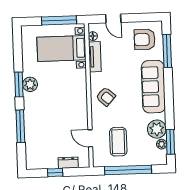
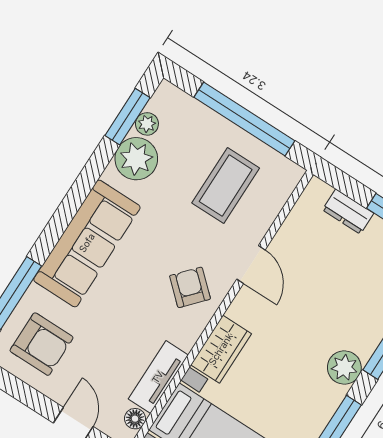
wardrobe: (79, 82) -> (221, 349), added
plant: (30, 84) -> (344, 368), moved
door: (90, 138) -> (251, 264), moved

